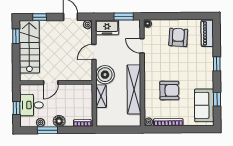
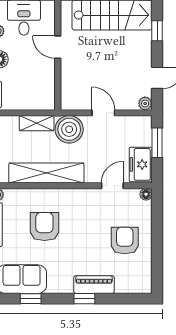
window: (124, 16) -> (157, 143), moved
freezer: (107, 27) -> (141, 164), moved
piano: (207, 33) -> (94, 285), moved
armchair: (178, 37) -> (125, 241), turned -94
armchair: (169, 90) -> (44, 227), turned 180

